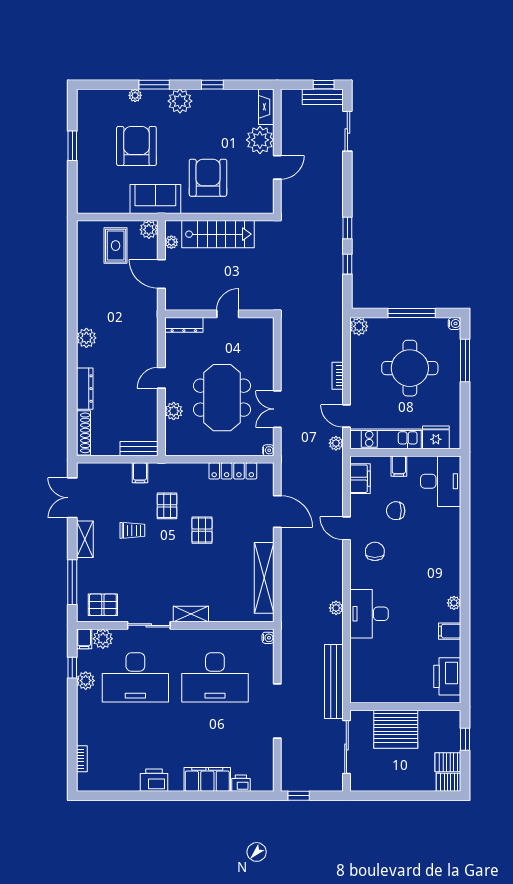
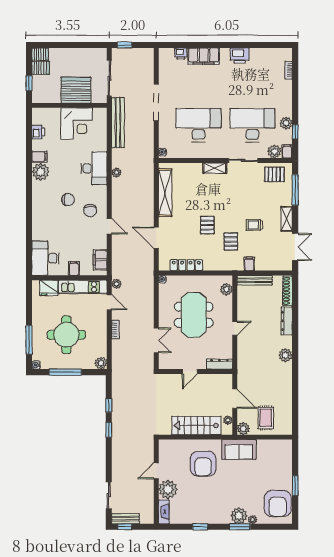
plant: (180, 101) -> (239, 516), moved
armchair: (136, 146) -> (278, 504), moved
double door: (277, 409) -> (156, 340), moved
plant: (174, 411) -> (226, 289), moved
bench: (139, 449) -> (255, 280), width x1.36
chair: (396, 511) -> (68, 200), moved
plant: (454, 603) -> (41, 172), width x1.88, depth x1.88
printer: (447, 676) -> (38, 132), width x0.53, depth x0.68
corner desk: (395, 680) -> (77, 124), added
window: (299, 796) -> (125, 45), moved

